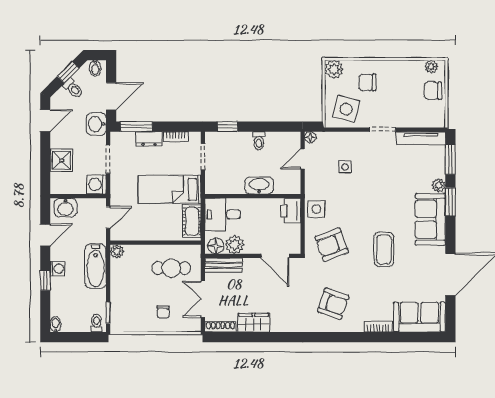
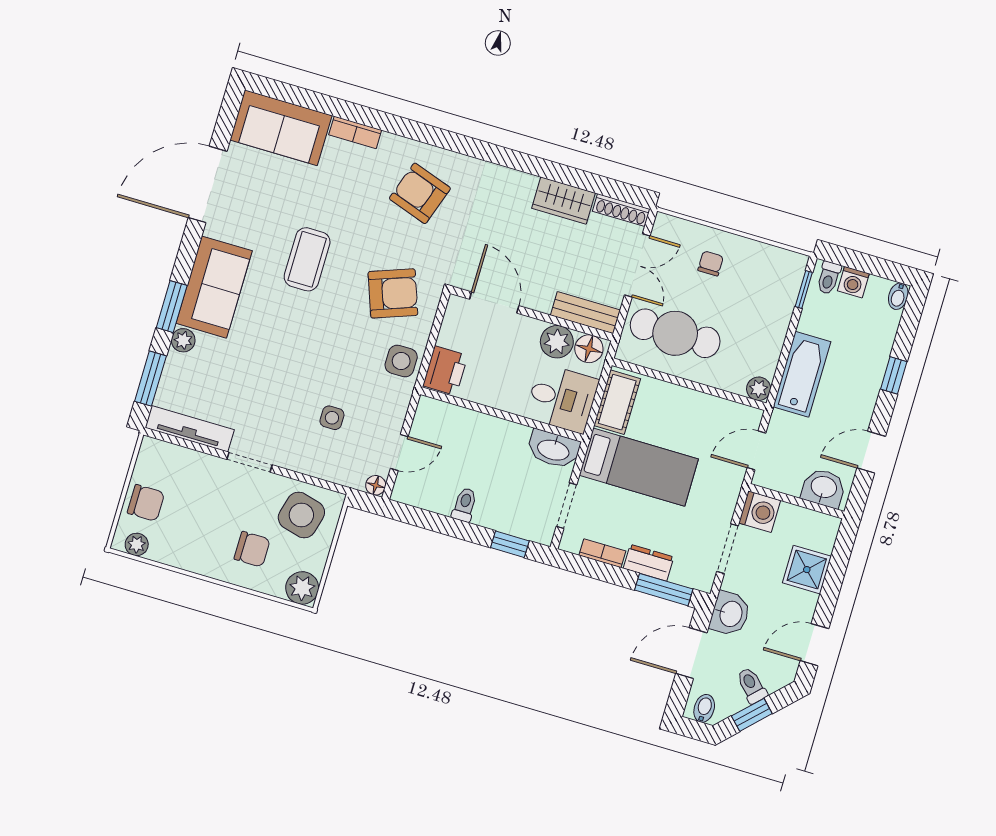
washbasin: (259, 185) -> (553, 449), moved
cafe table: (171, 268) -> (675, 333), width x1.37, depth x1.35
washing machine: (58, 269) -> (853, 282), moved, turned -90

